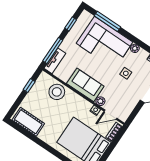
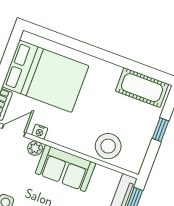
window: (29, 86) -> (160, 130), moved

